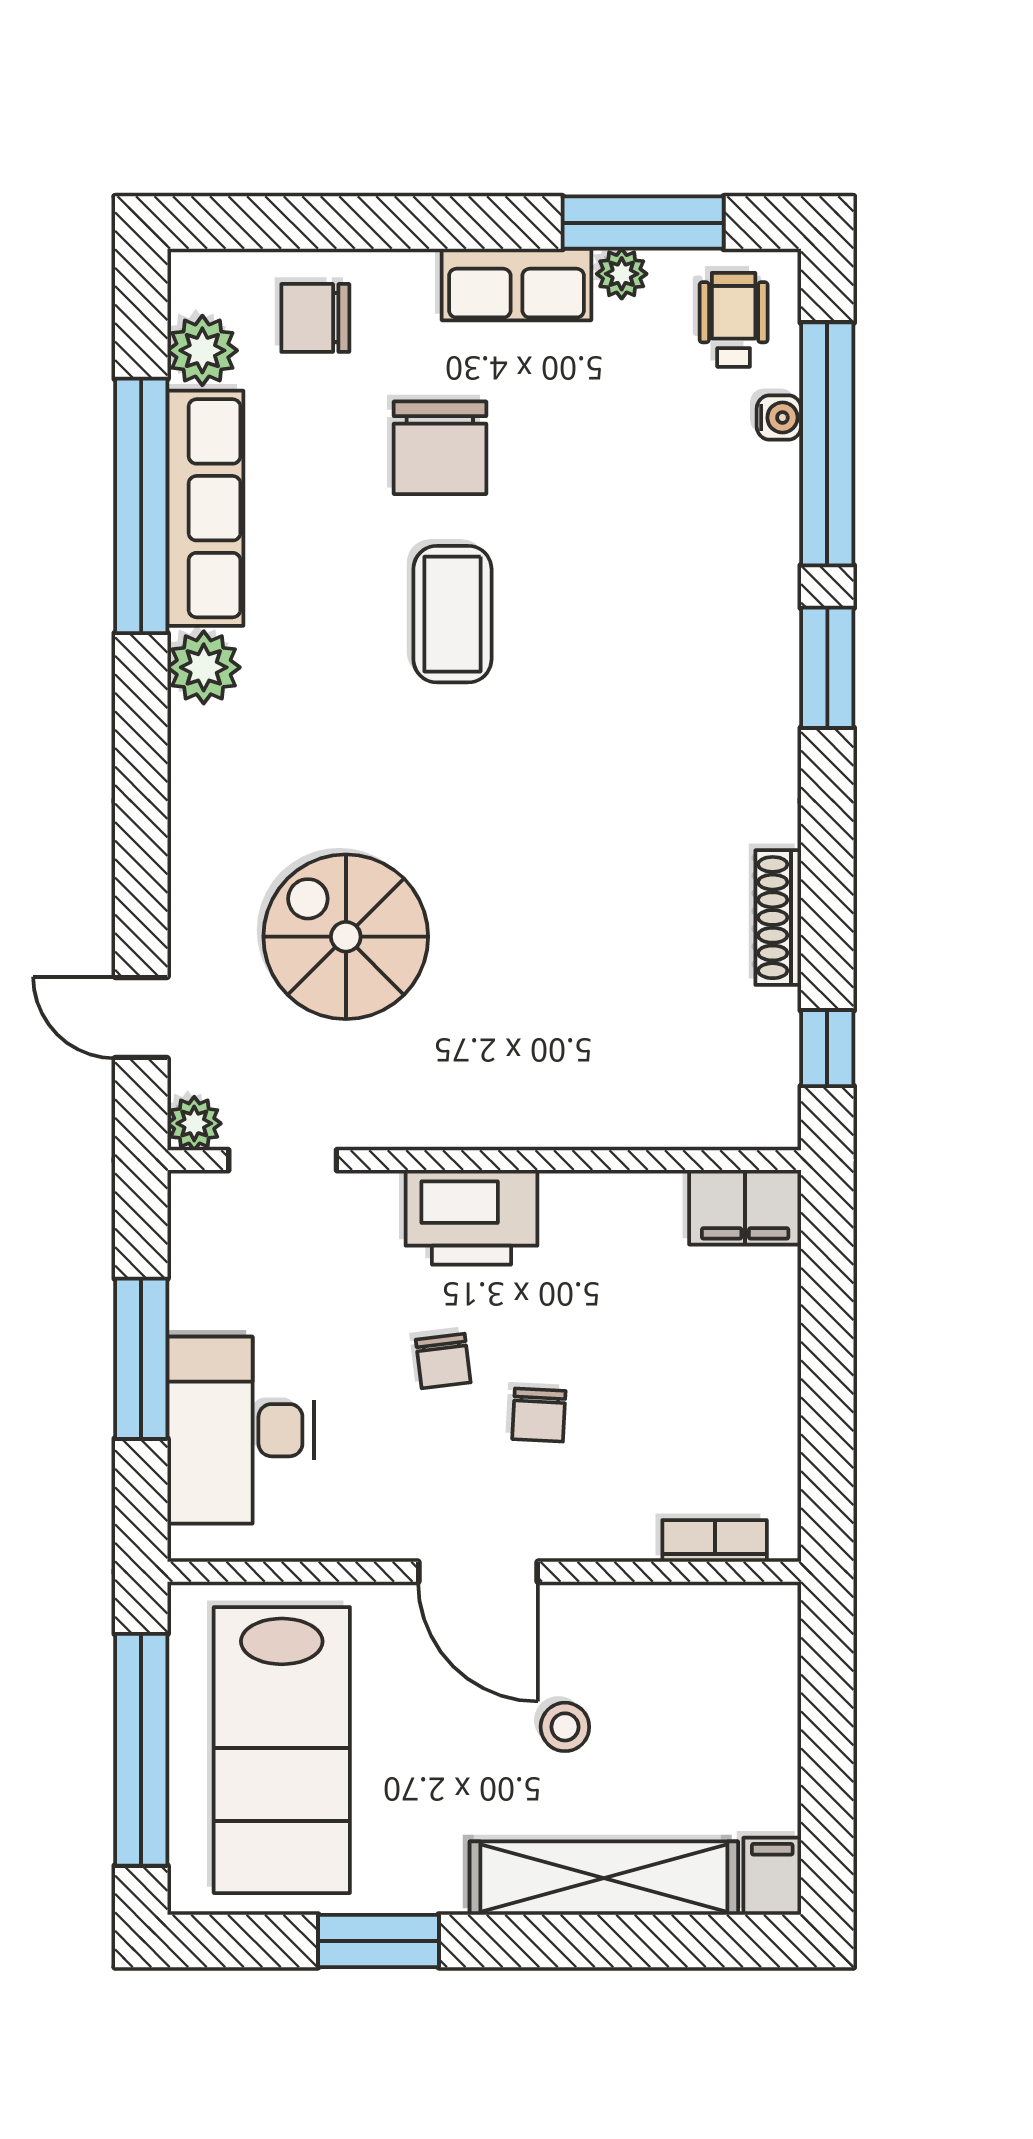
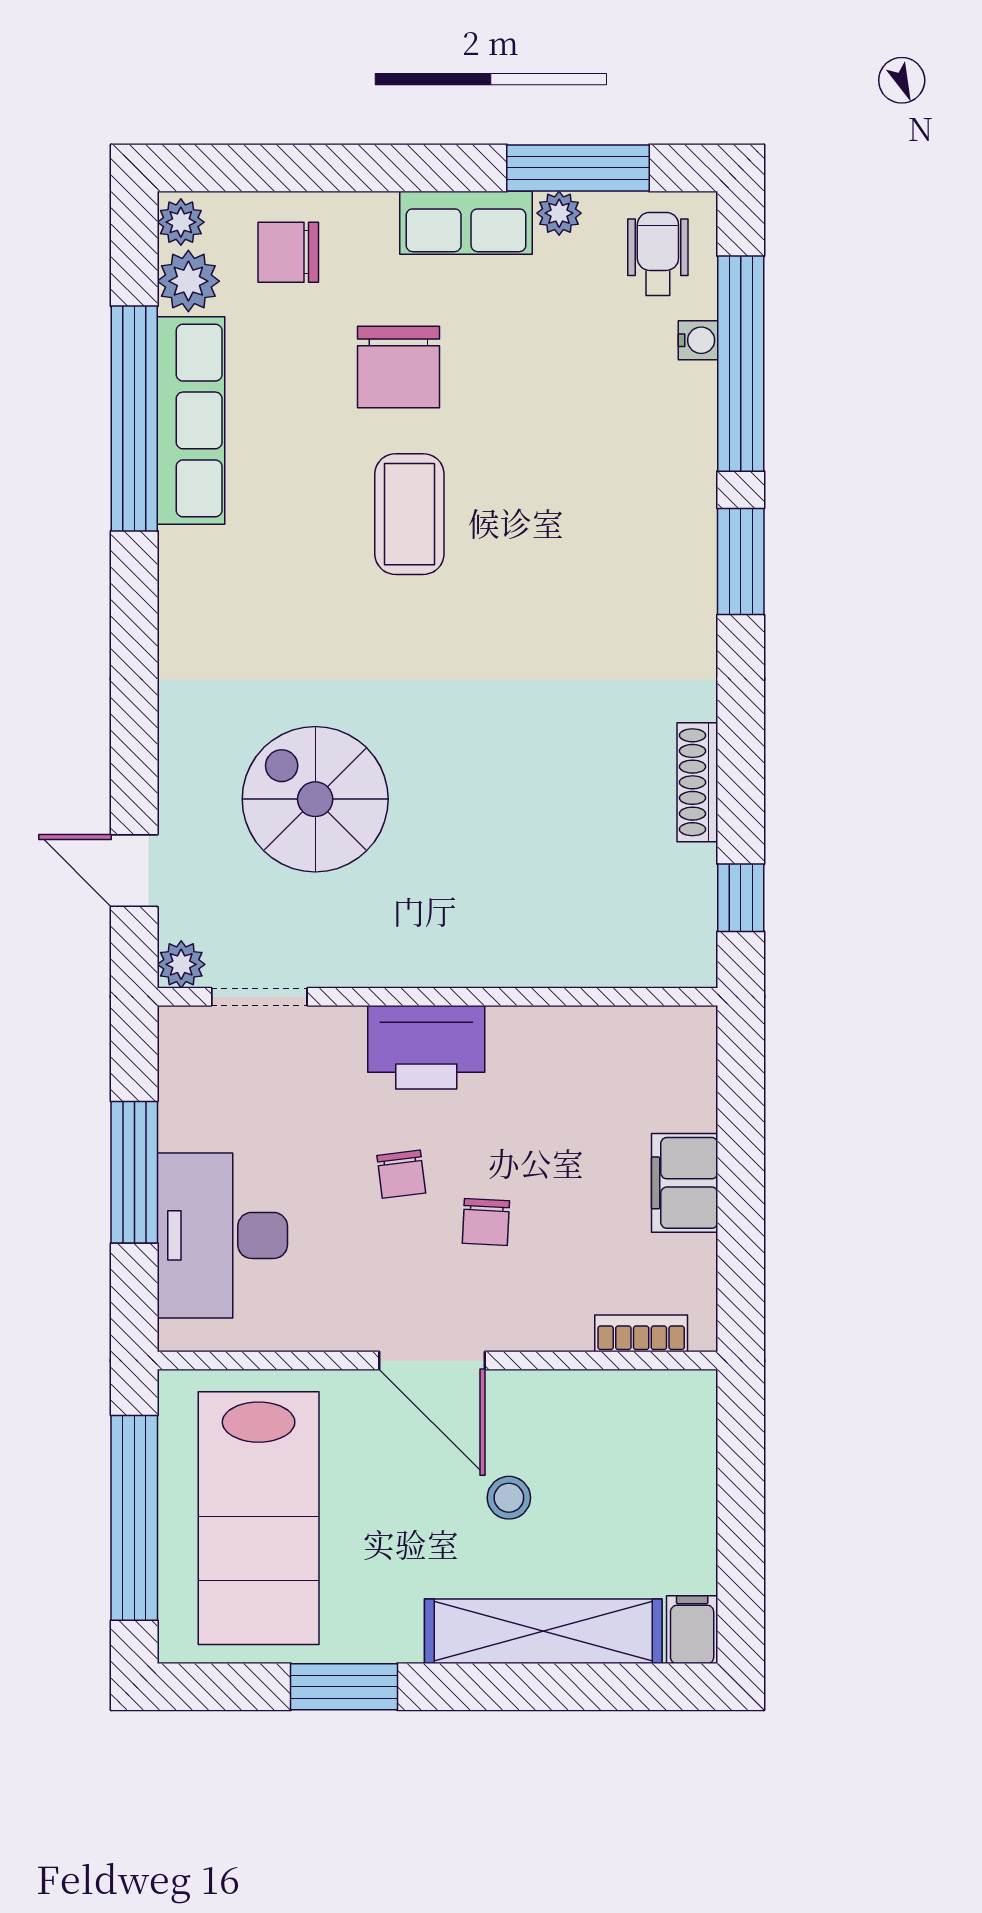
plant: (204, 667) -> (181, 222), moved, width x0.73, depth x0.73
filing cabinet: (745, 1207) -> (685, 1183), moved, turned 90

